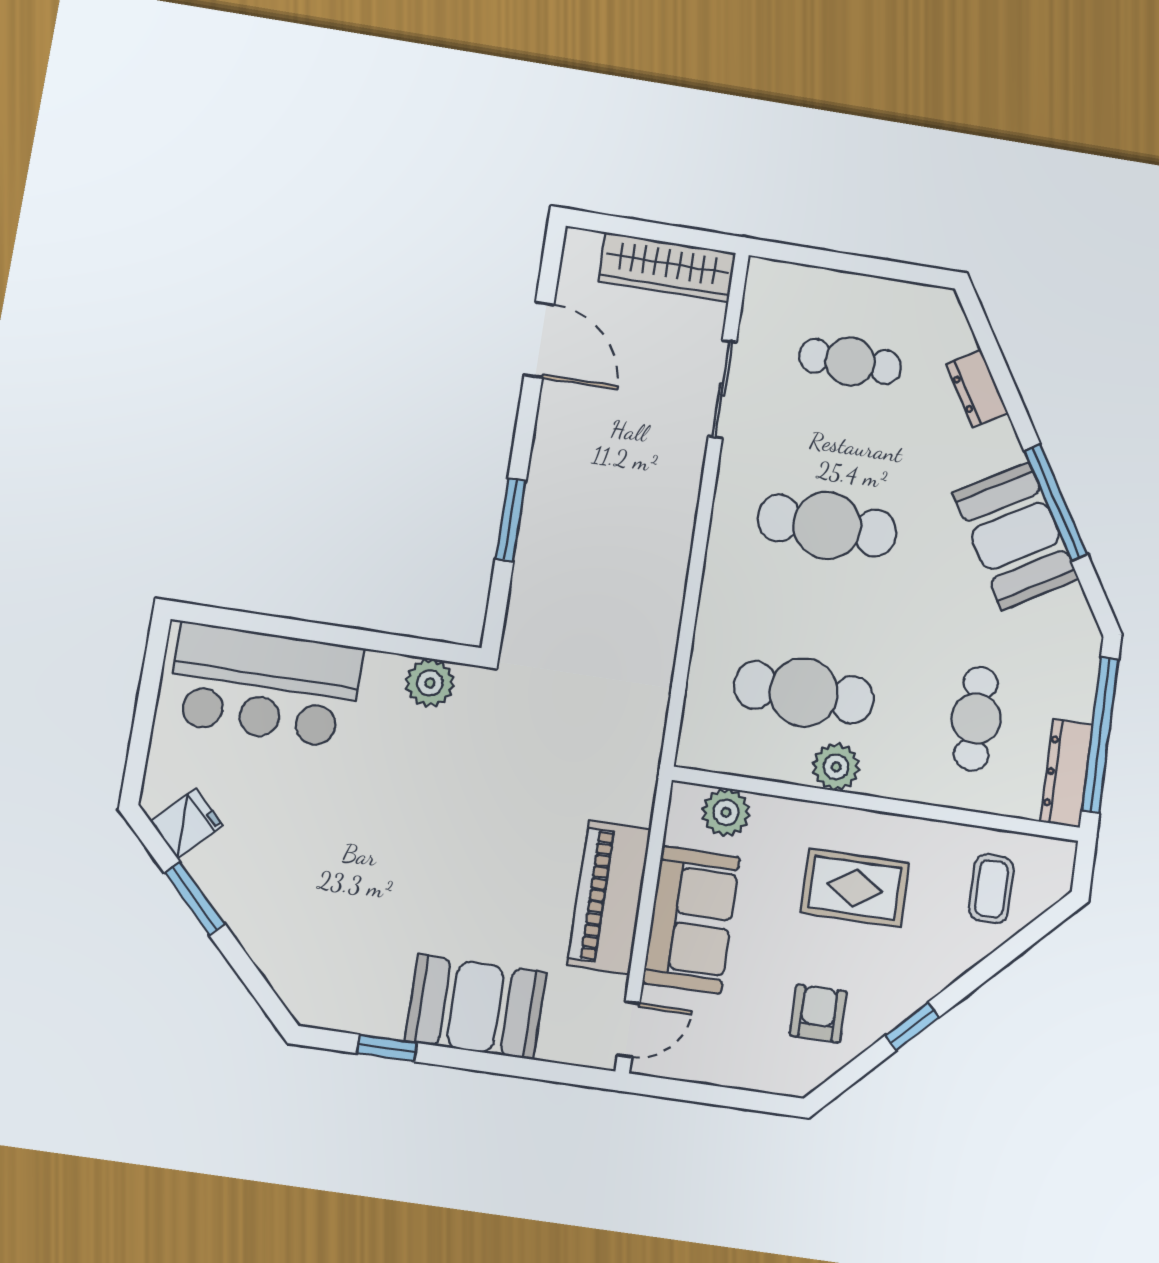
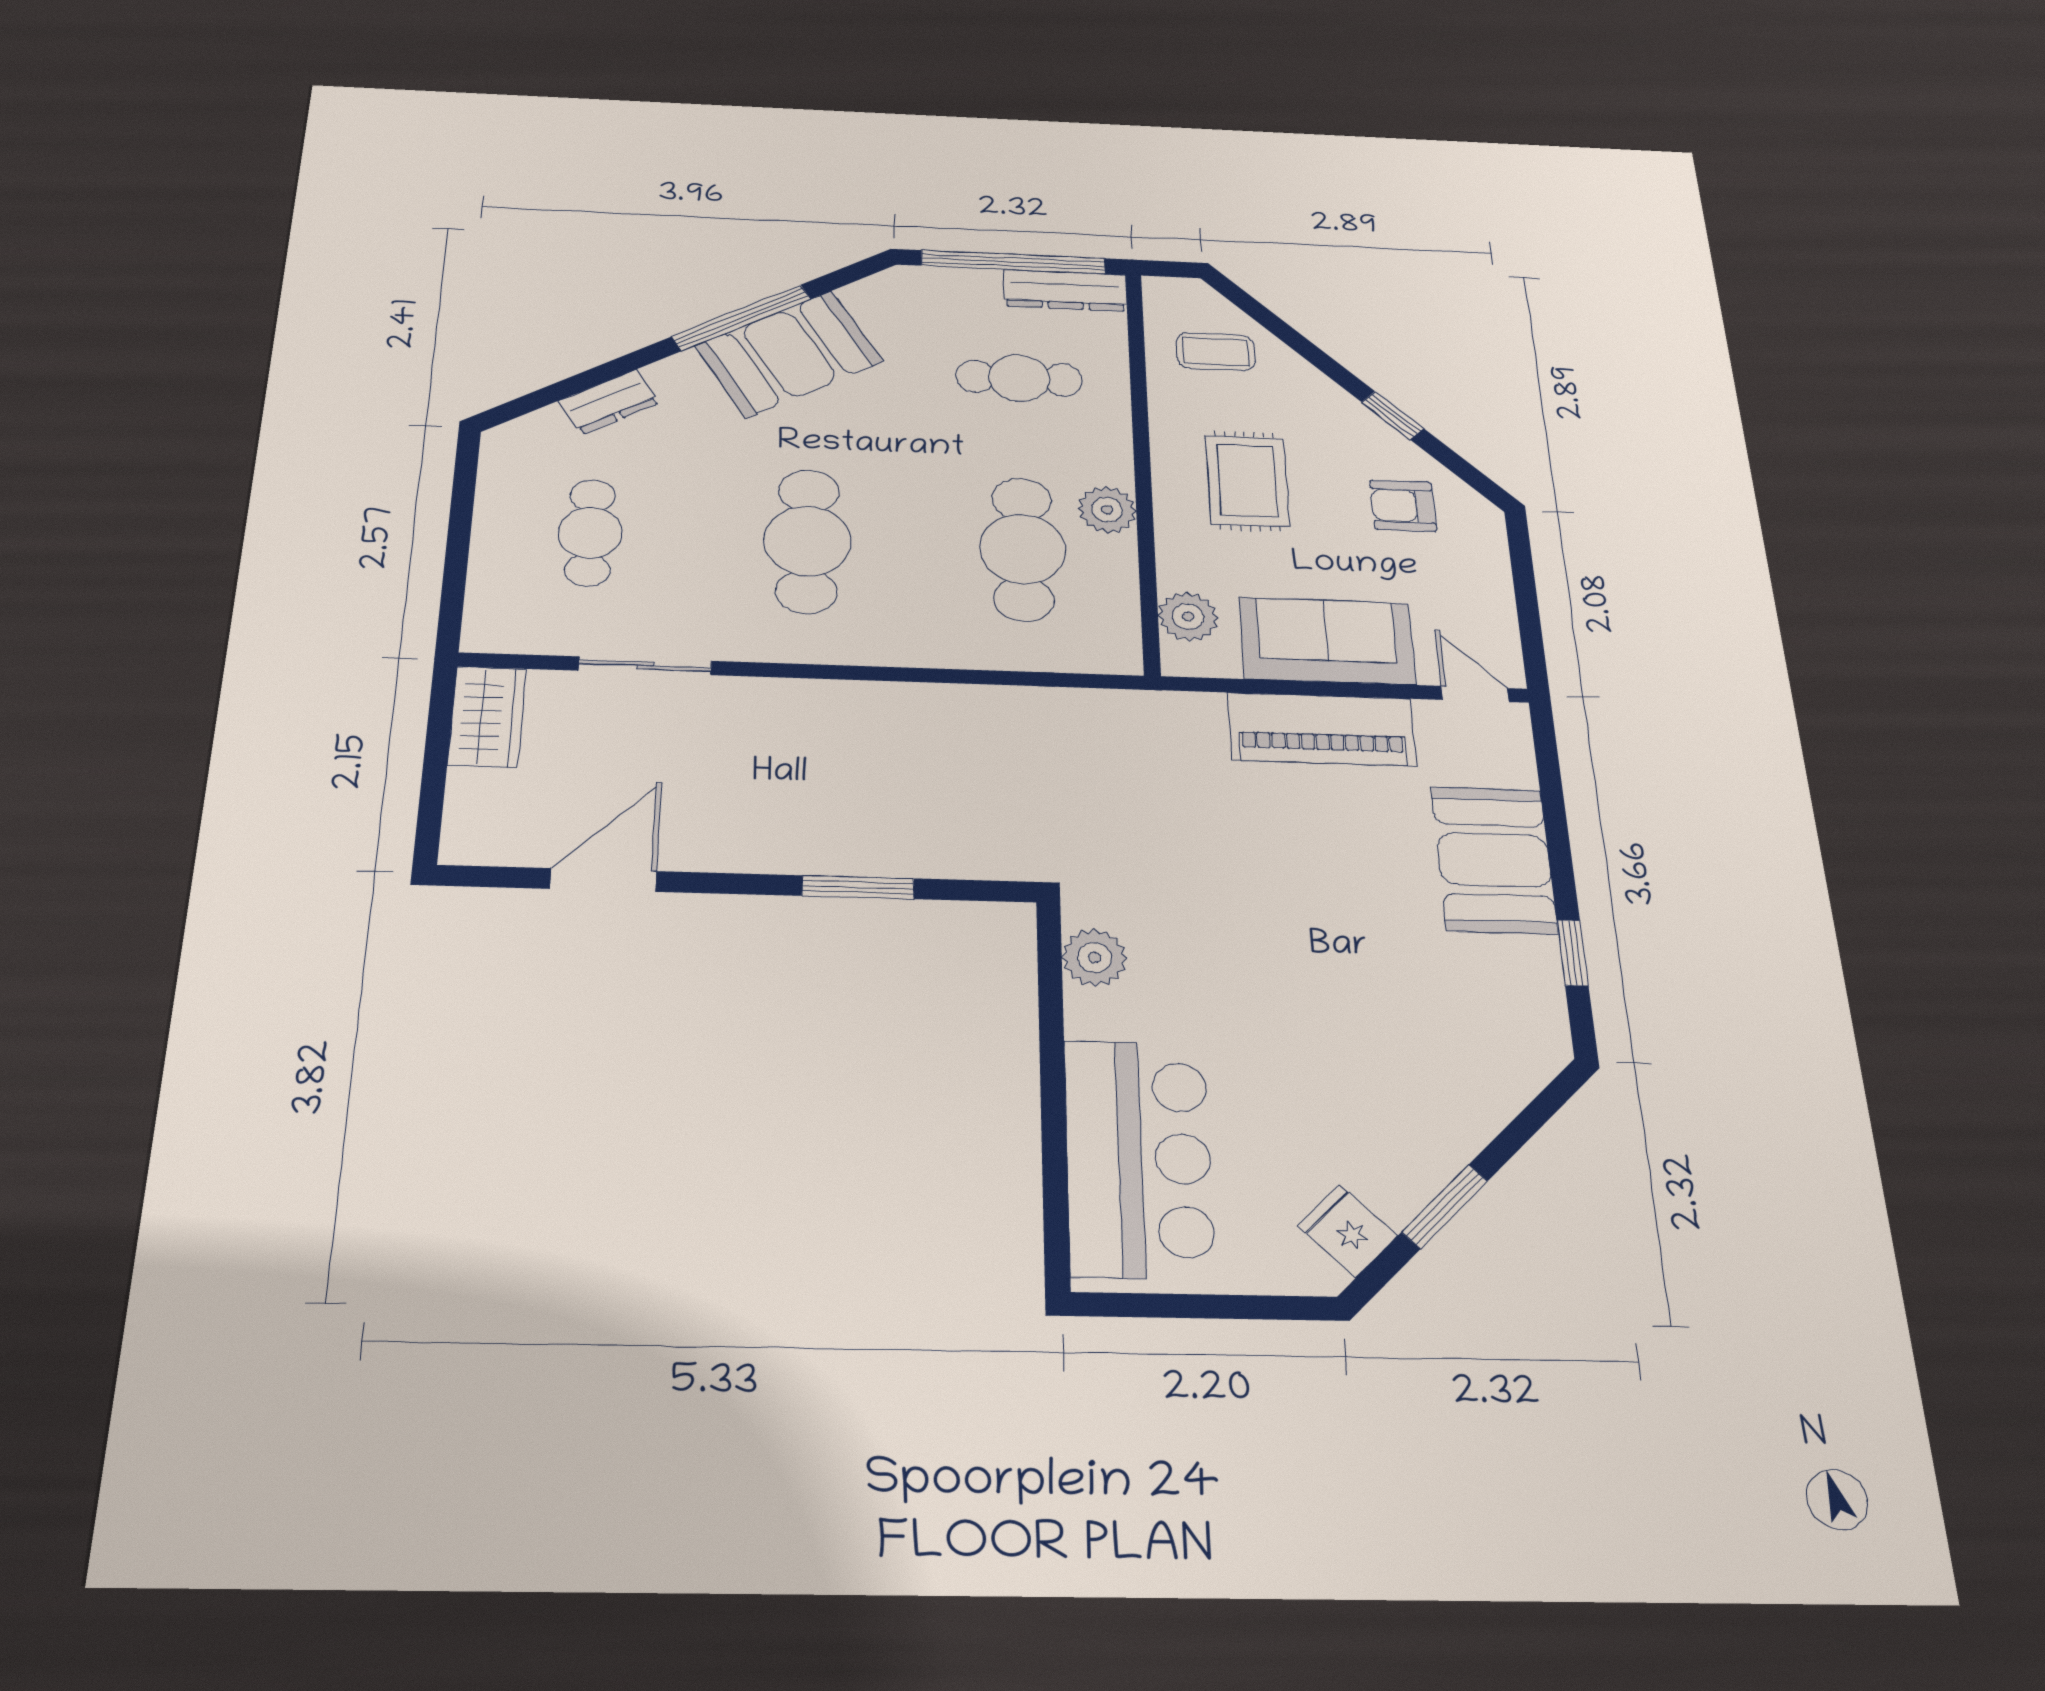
wardrobe: (667, 267) -> (487, 717), width x0.67

